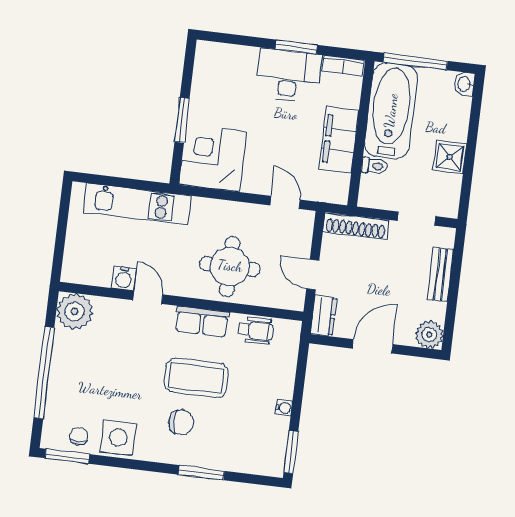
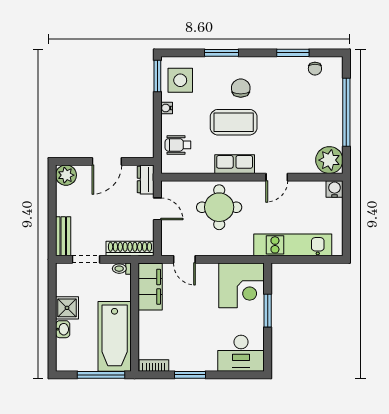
desk: (288, 75) -> (241, 353), moved
washbasin: (465, 84) -> (63, 329), moved
filing cabinet: (339, 140) -> (150, 287), moved
toilet: (374, 166) -> (122, 269), moved
bench: (440, 274) -> (63, 236), moved
water cooler: (124, 278) -> (335, 189), moved
door: (148, 297) -> (277, 177), hinge flipped
wheelchair: (256, 330) -> (178, 145), moved
chair: (181, 422) -> (241, 88), turned 90
side table: (118, 437) -> (180, 80), moved
window: (67, 456) -> (293, 53), moved

